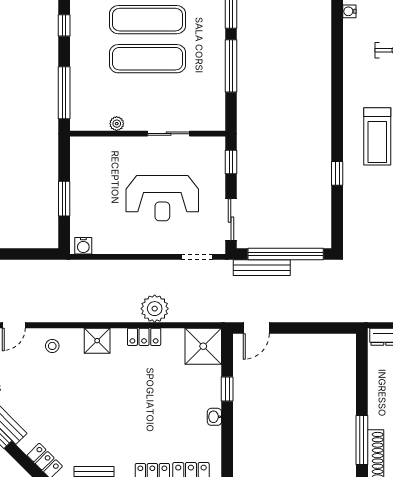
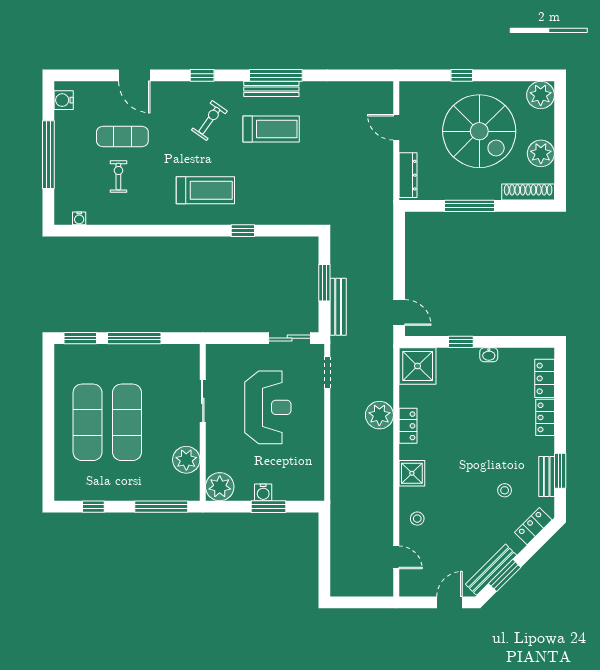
plant: (117, 124) -> (186, 460), width x1.87, depth x1.87
plant: (84, 150) -> (220, 487), added
window: (231, 162) -> (231, 338), removed
water cooler: (83, 246) -> (263, 492), moved, turned 90
window: (286, 254) -> (324, 283), width x0.47
stool: (80, 432) -> (505, 490), added
window: (362, 440) -> (469, 206), moved

